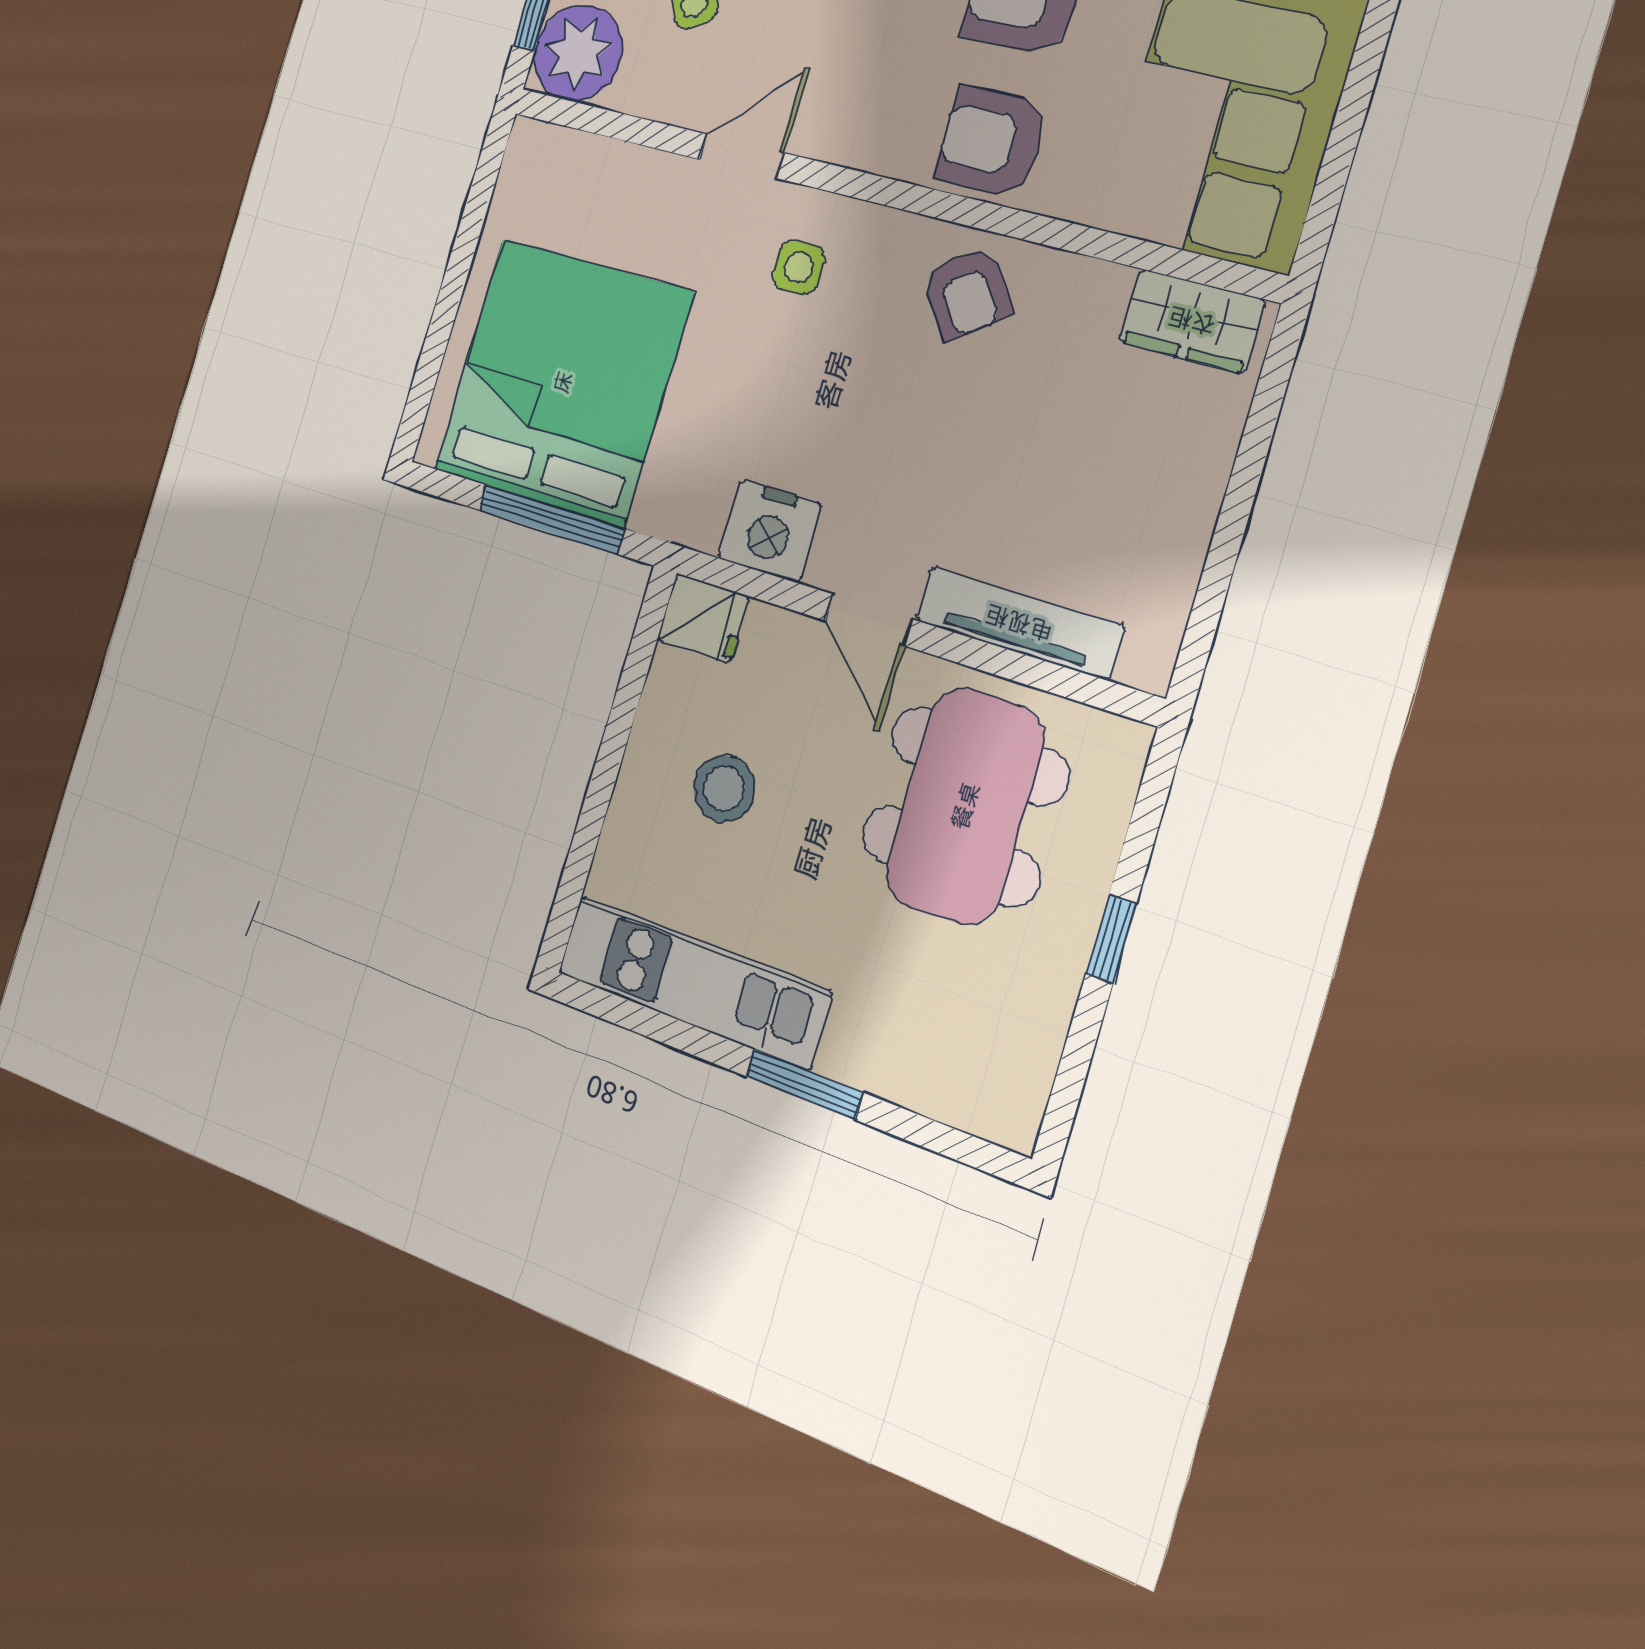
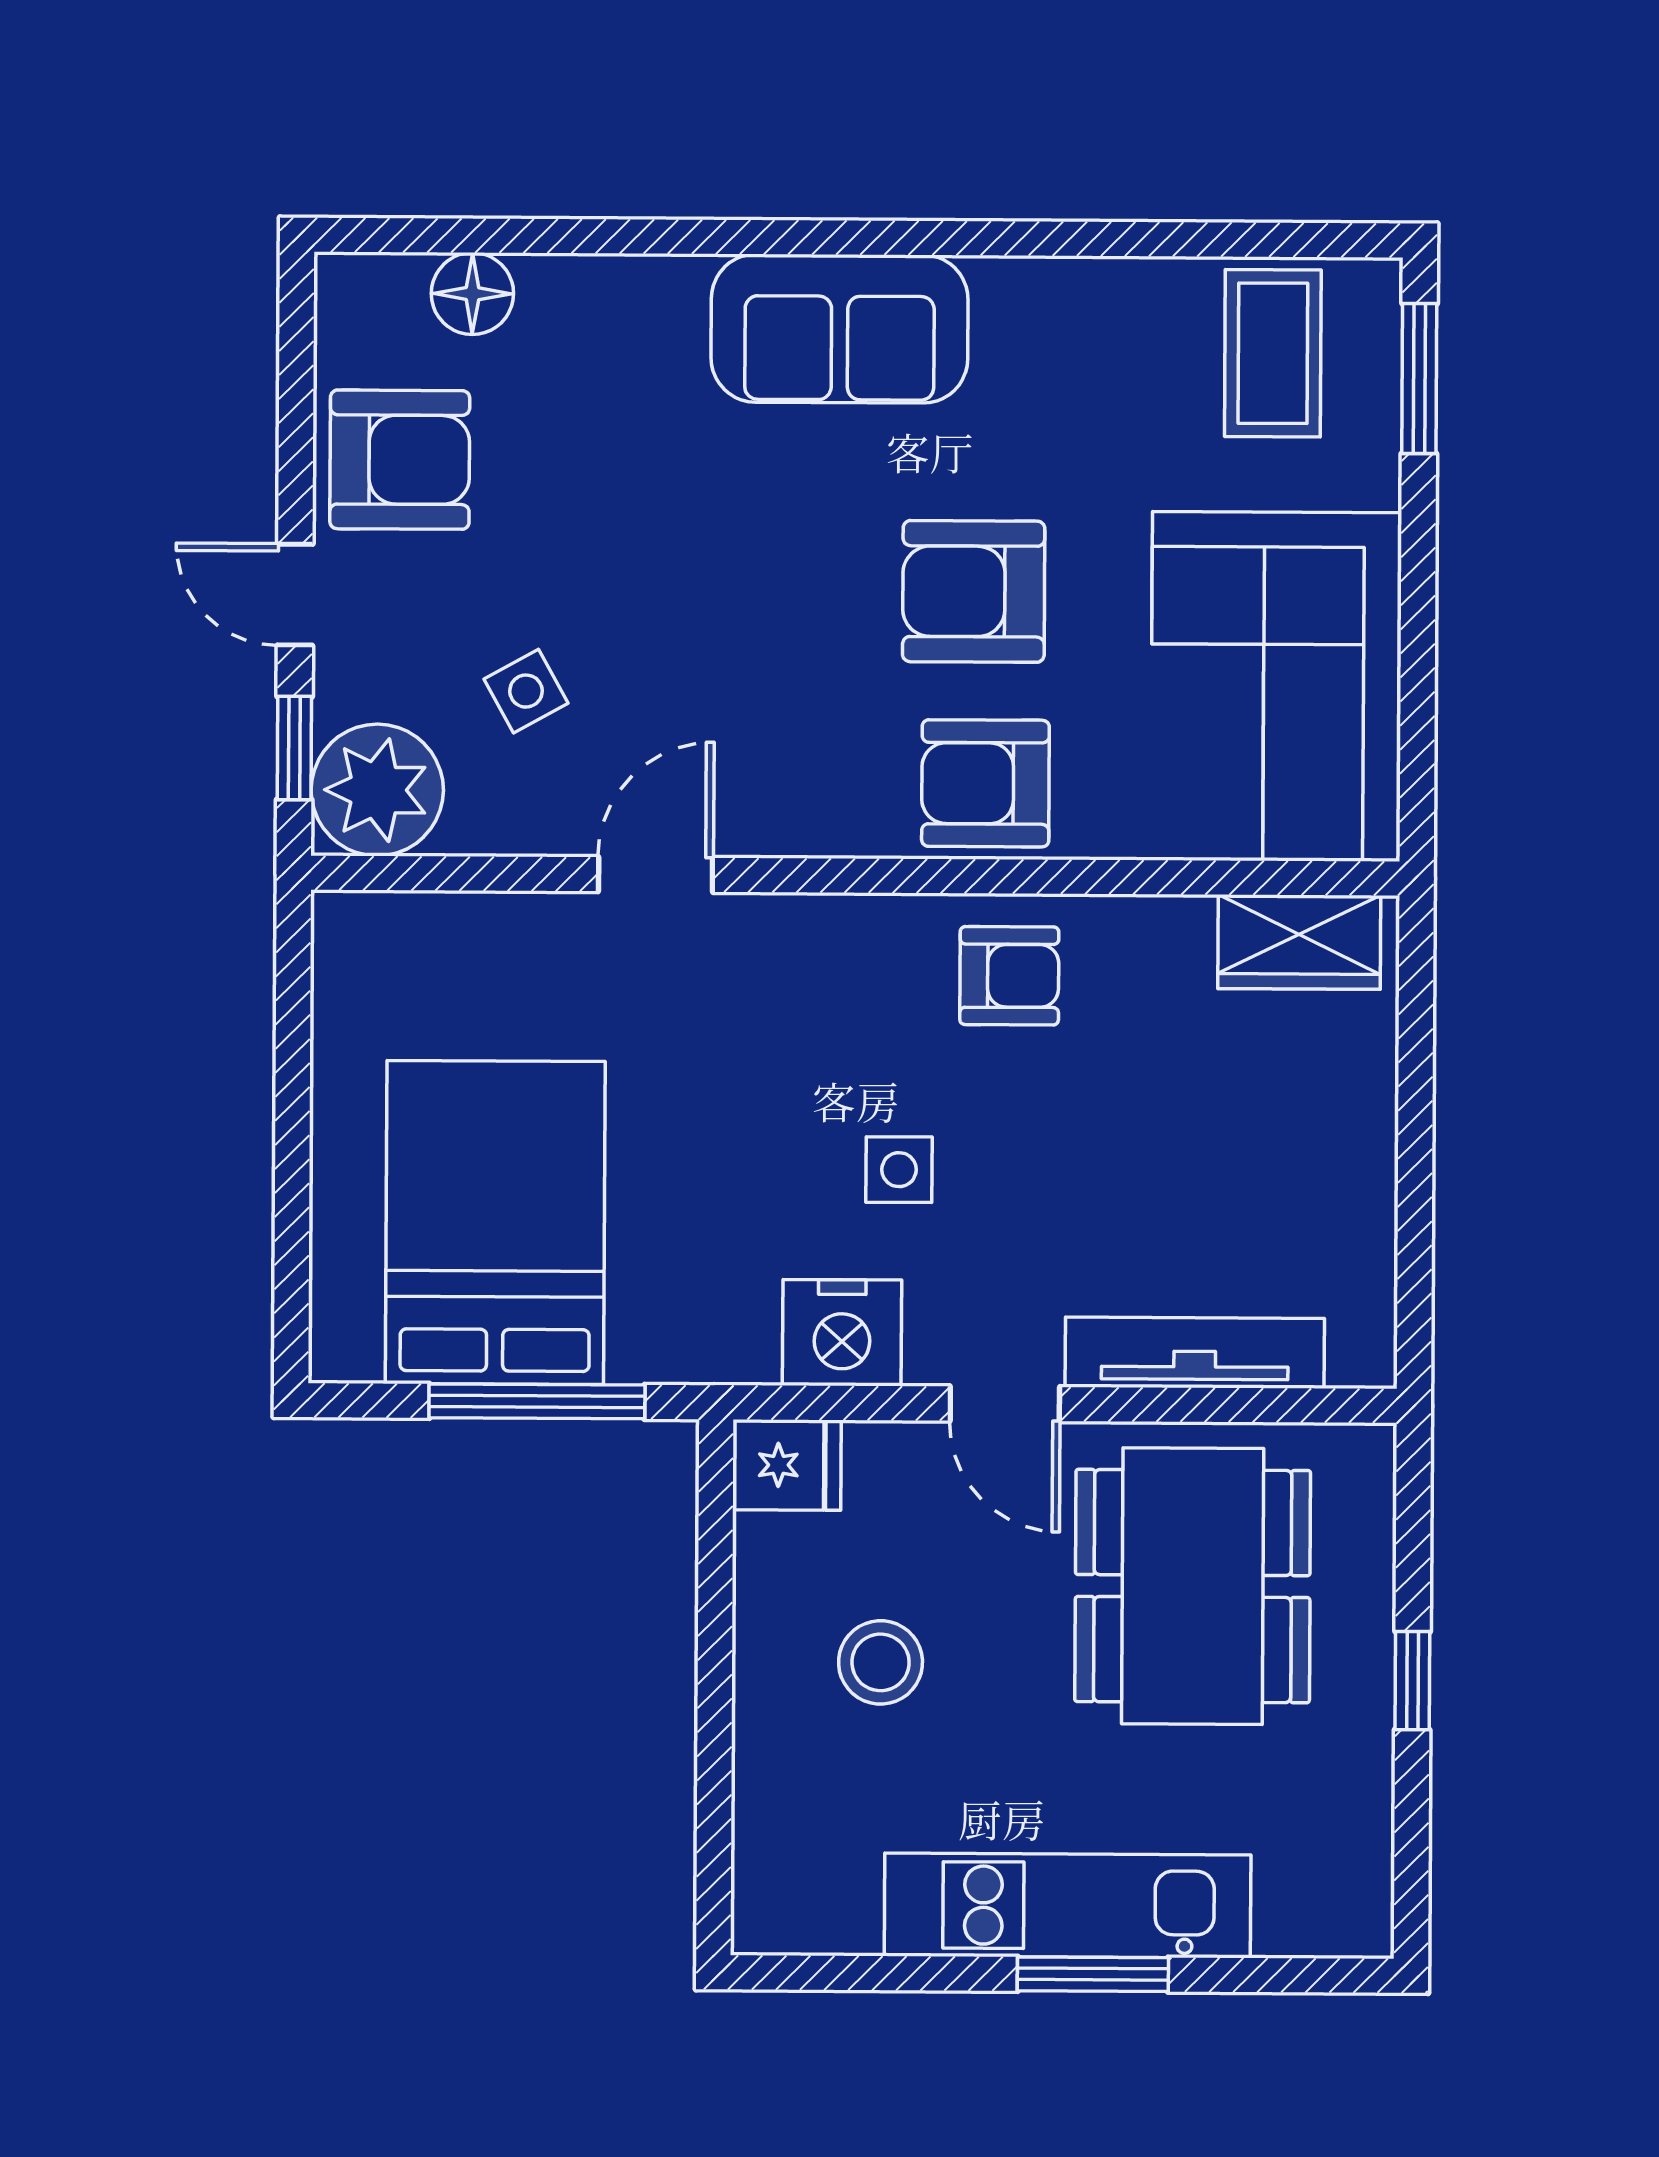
side table: (799, 267) -> (899, 1170), moved
armchair: (966, 293) -> (1009, 976), turned -53
bed: (563, 382) -> (495, 1223), width x0.73
kitchen unit: (694, 982) -> (1068, 1906), moved

